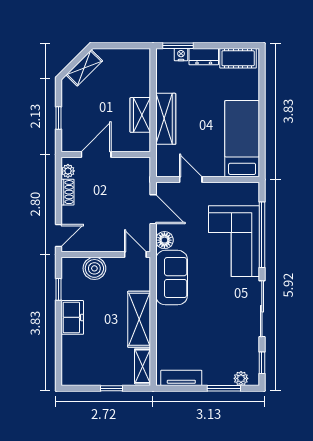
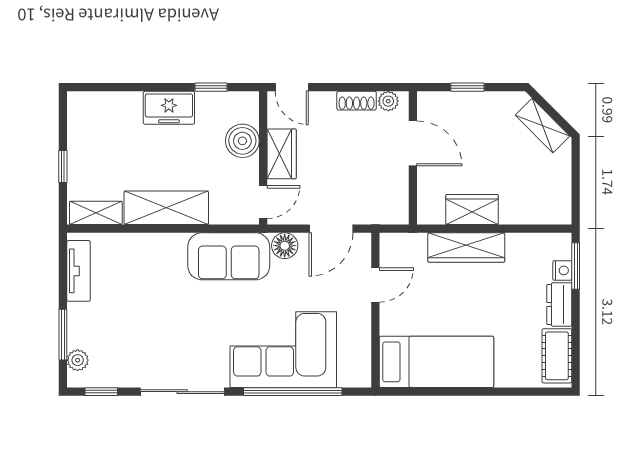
wardrobe: (103, 242) -> (282, 154), added

